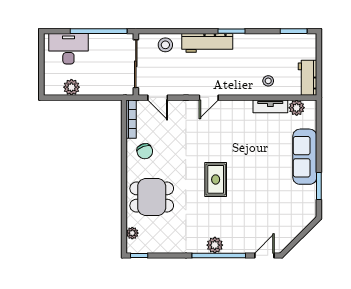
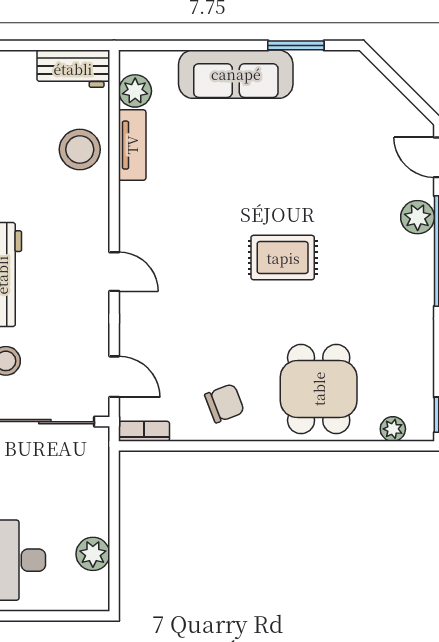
stool: (268, 81) -> (80, 149), width x1.89, depth x1.89
door: (158, 98) -> (114, 377), hinge flipped
bookcase: (131, 119) -> (144, 431), width x0.64
plant: (215, 245) -> (418, 217), moved

